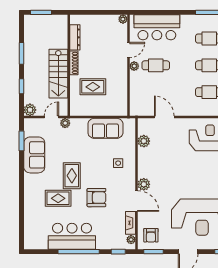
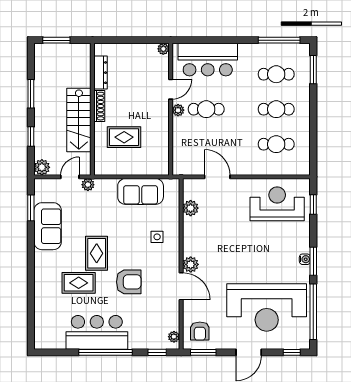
fireplace: (131, 223) -> (173, 315), removed

